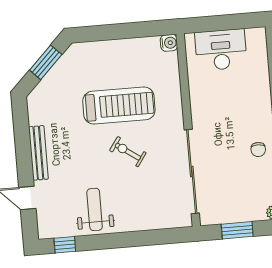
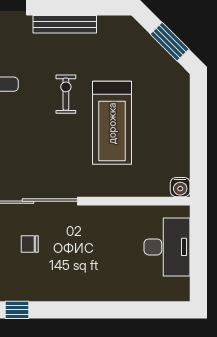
chair: (258, 150) -> (30, 244), moved
exercise bike: (128, 152) -> (66, 94), moved, turned -35

